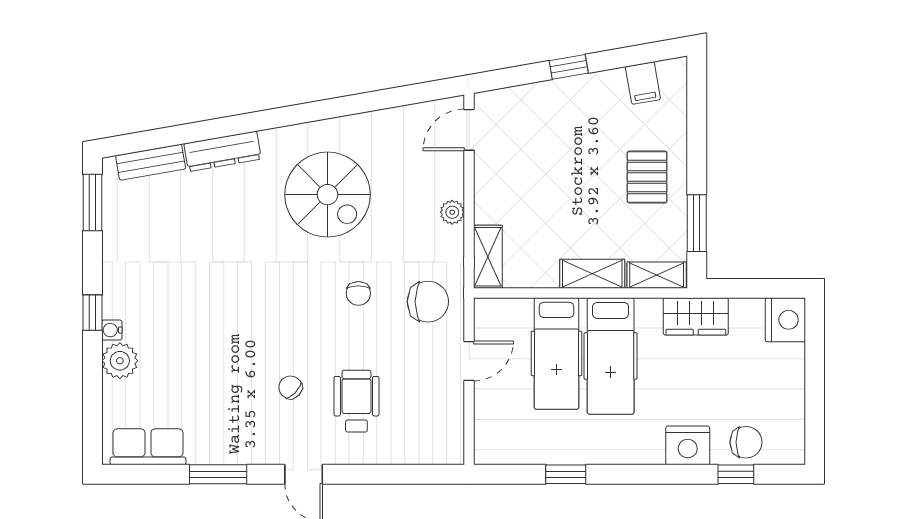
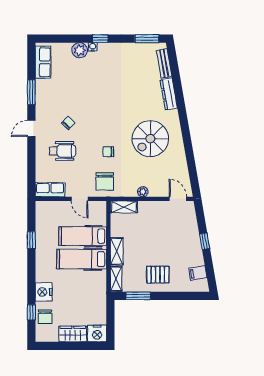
wardrobe: (696, 316) -> (73, 334), moved, turned 90
row of seats: (448, 430) -> (50, 190), added

